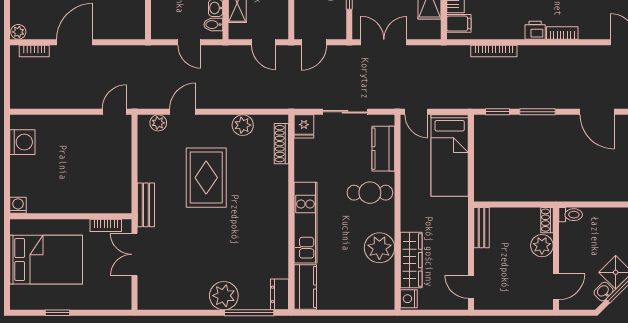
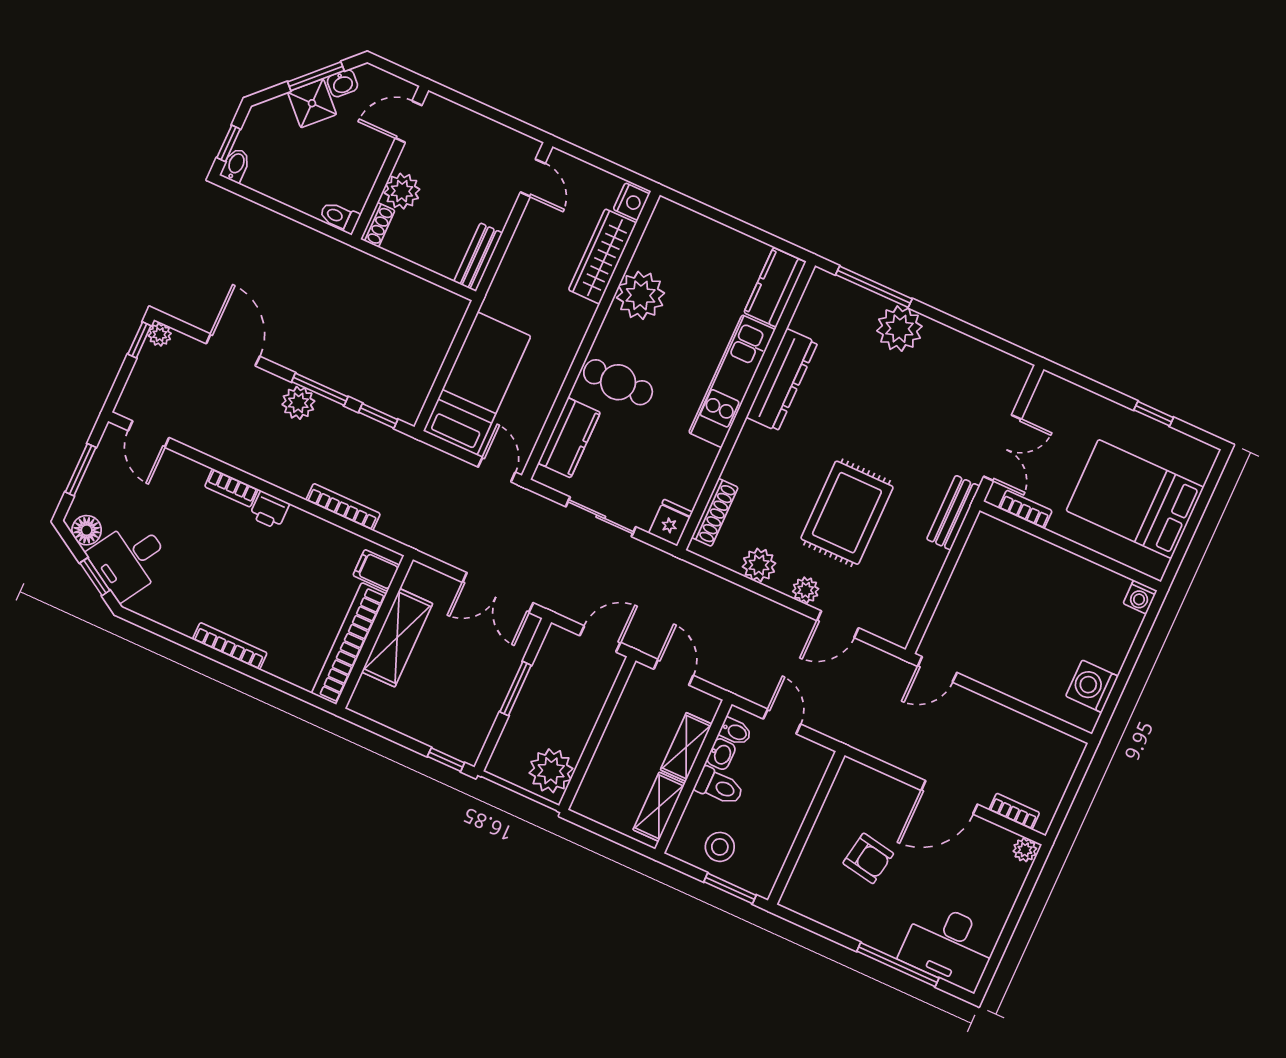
plant: (546, 99) -> (298, 403), added
plant: (158, 123) -> (806, 590), moved
dresser: (279, 294) -> (782, 380), moved, width x1.96, depth x1.24

